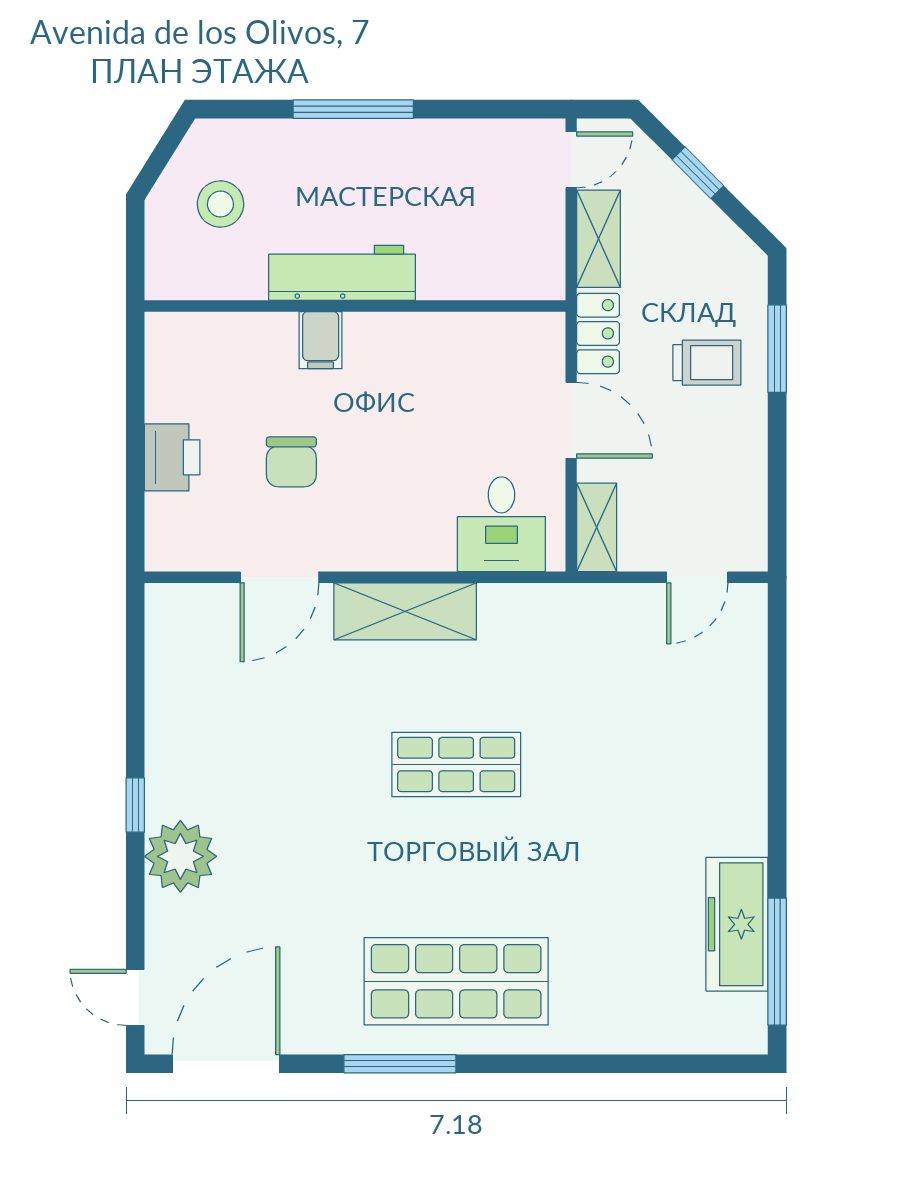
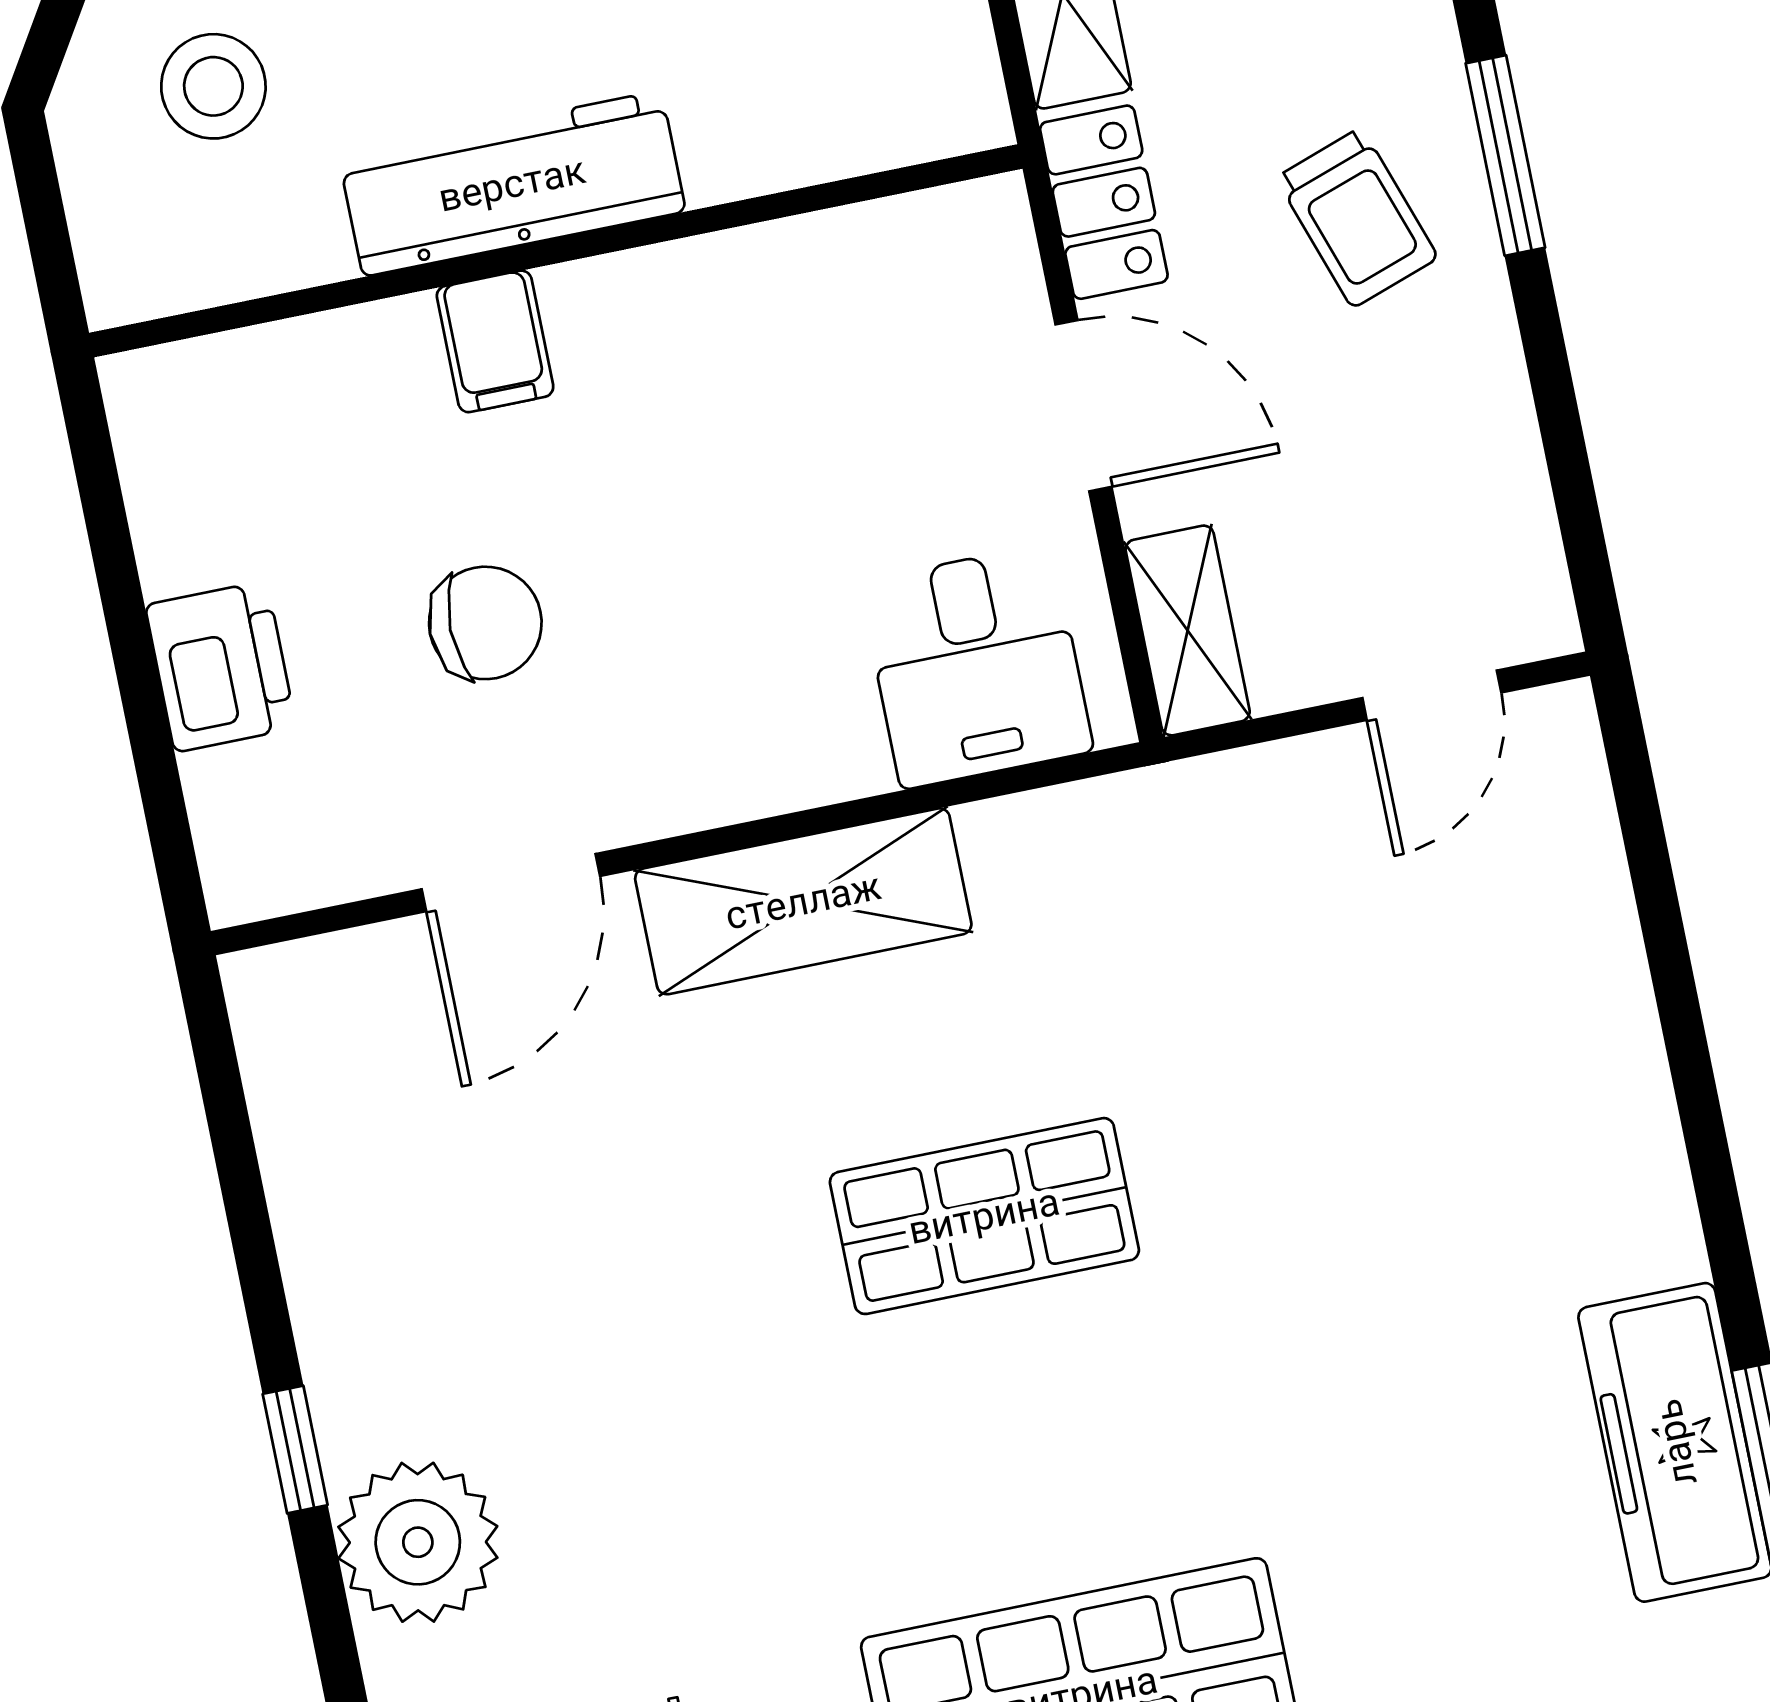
trolley: (707, 363) -> (1357, 218), turned 71
chair: (291, 462) -> (485, 623), turned -90

